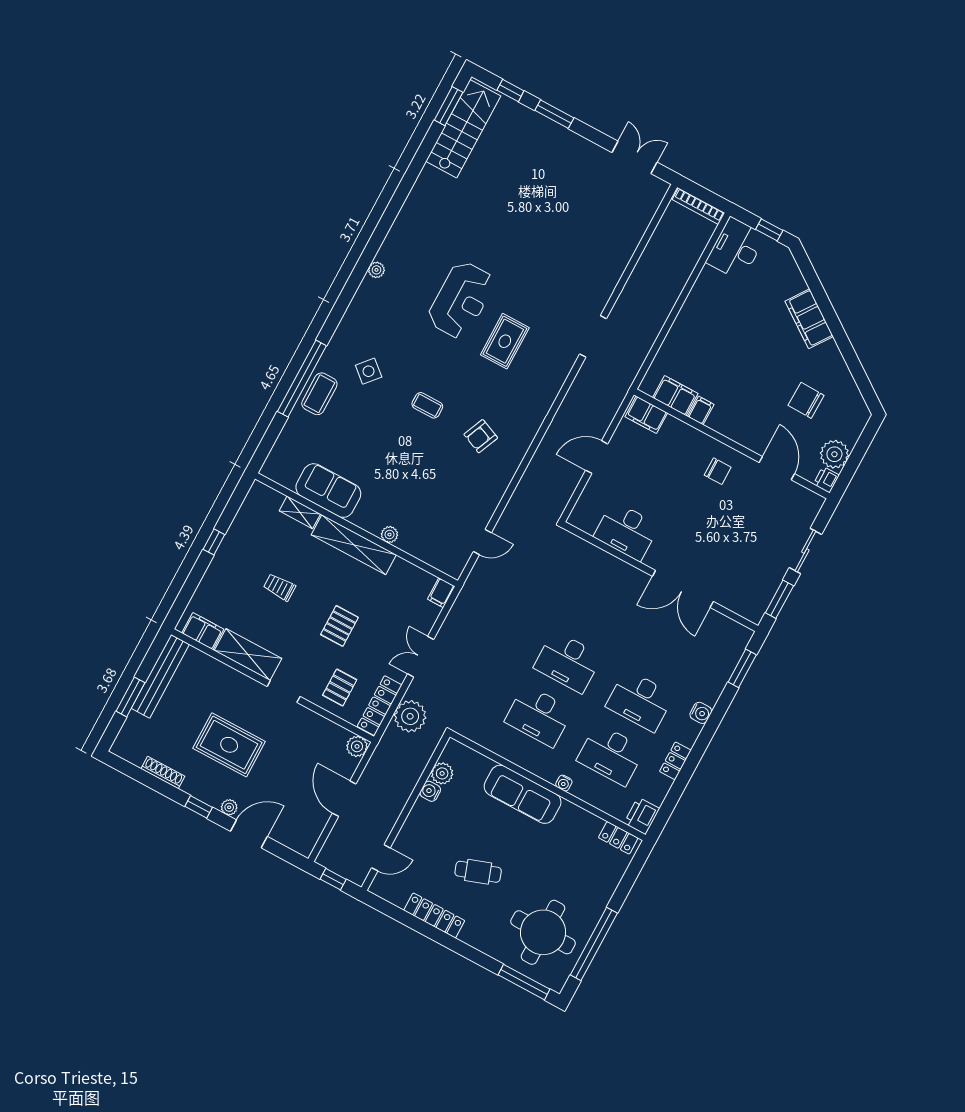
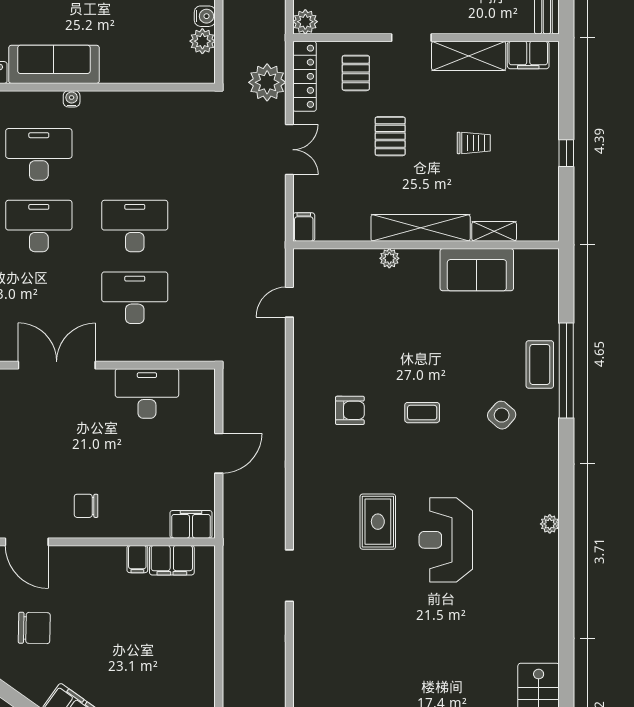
armchair: (481, 436) -> (350, 410), turned 67
desk: (539, 716) -> (135, 298), moved
sofa: (523, 794) -> (54, 64), moved

